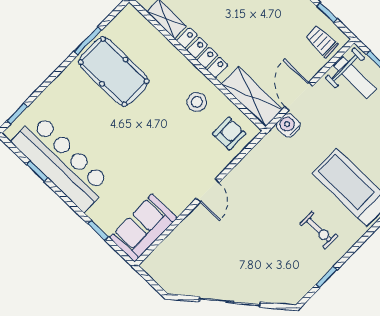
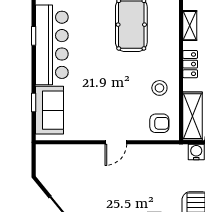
locker: (202, 53) -> (190, 64), width x0.66
sofa: (143, 228) -> (49, 110), moved, turned 90

